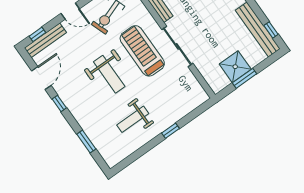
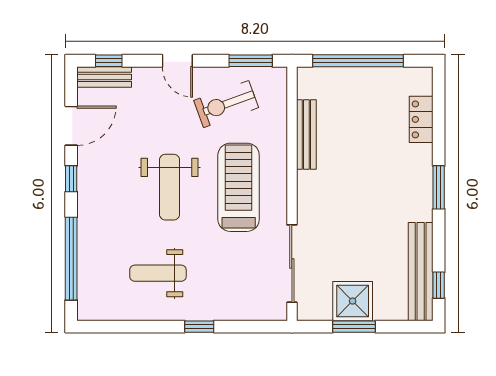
bench: (45, 40) -> (104, 77), width x0.73
sliding door: (177, 46) -> (292, 264), moved
window: (86, 142) -> (71, 259), width x2.11

